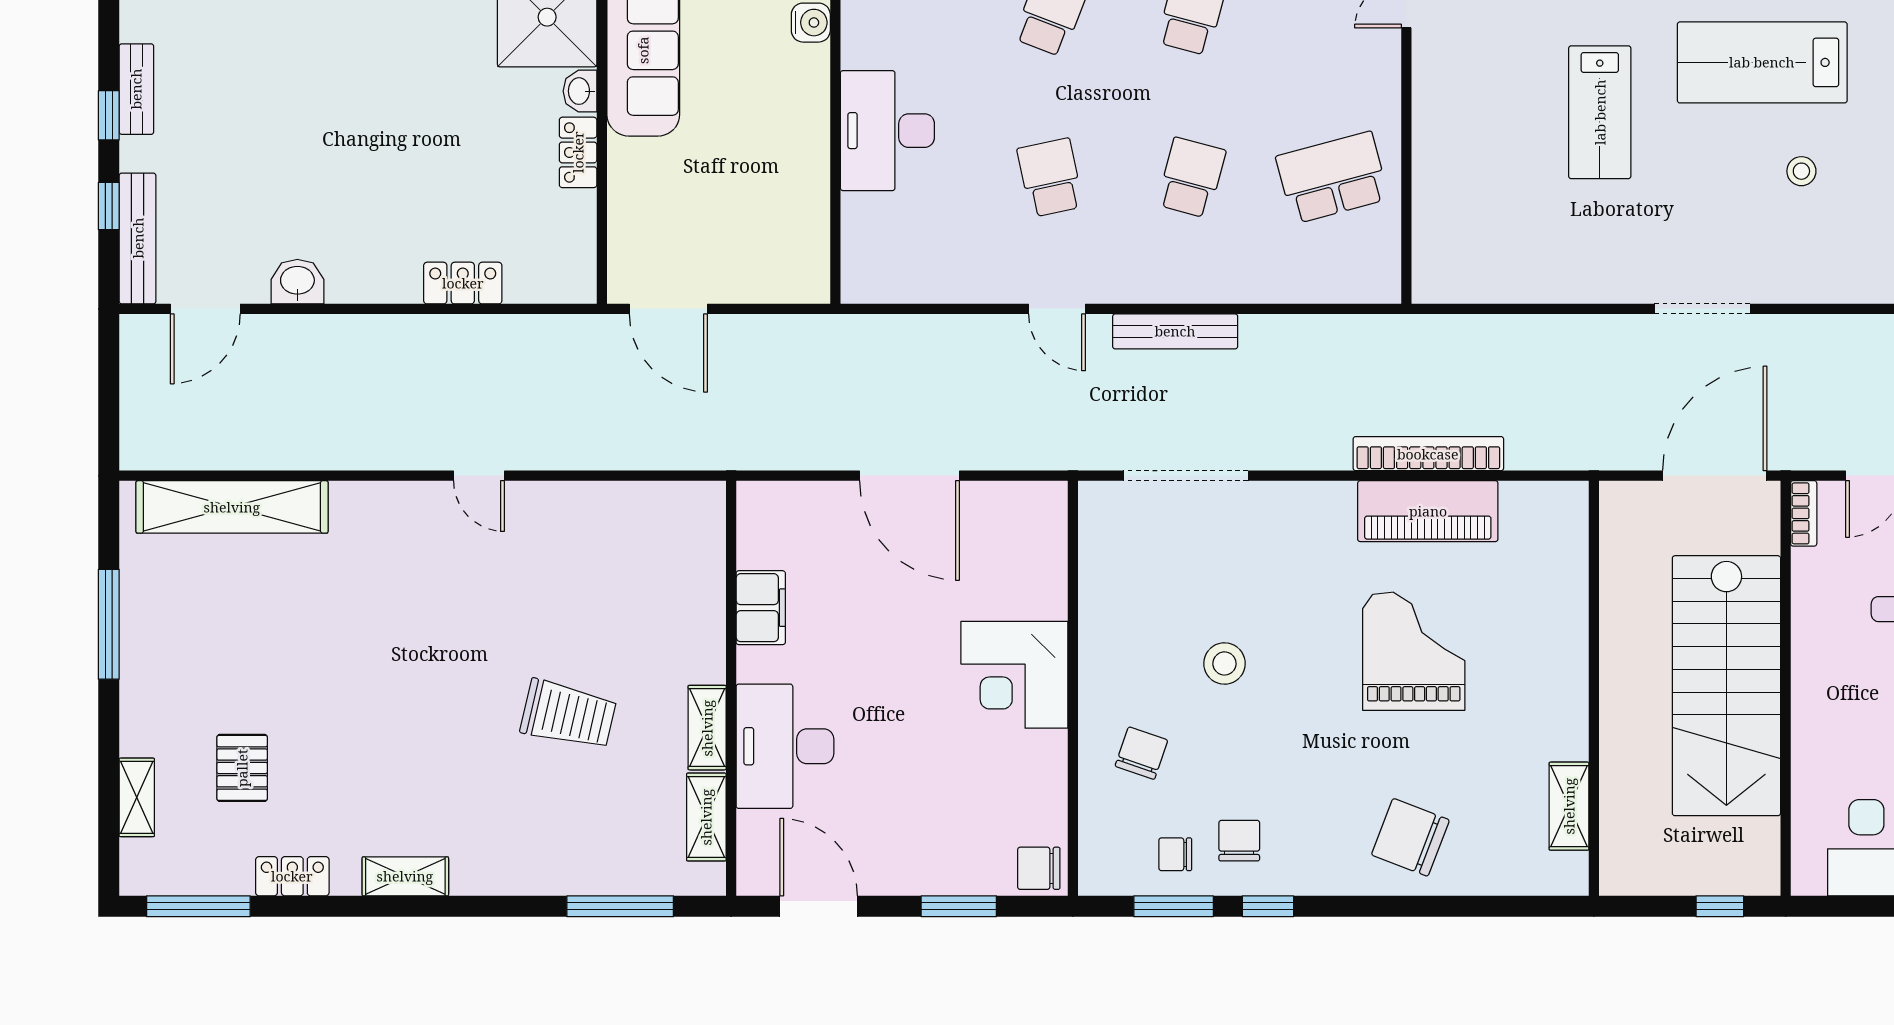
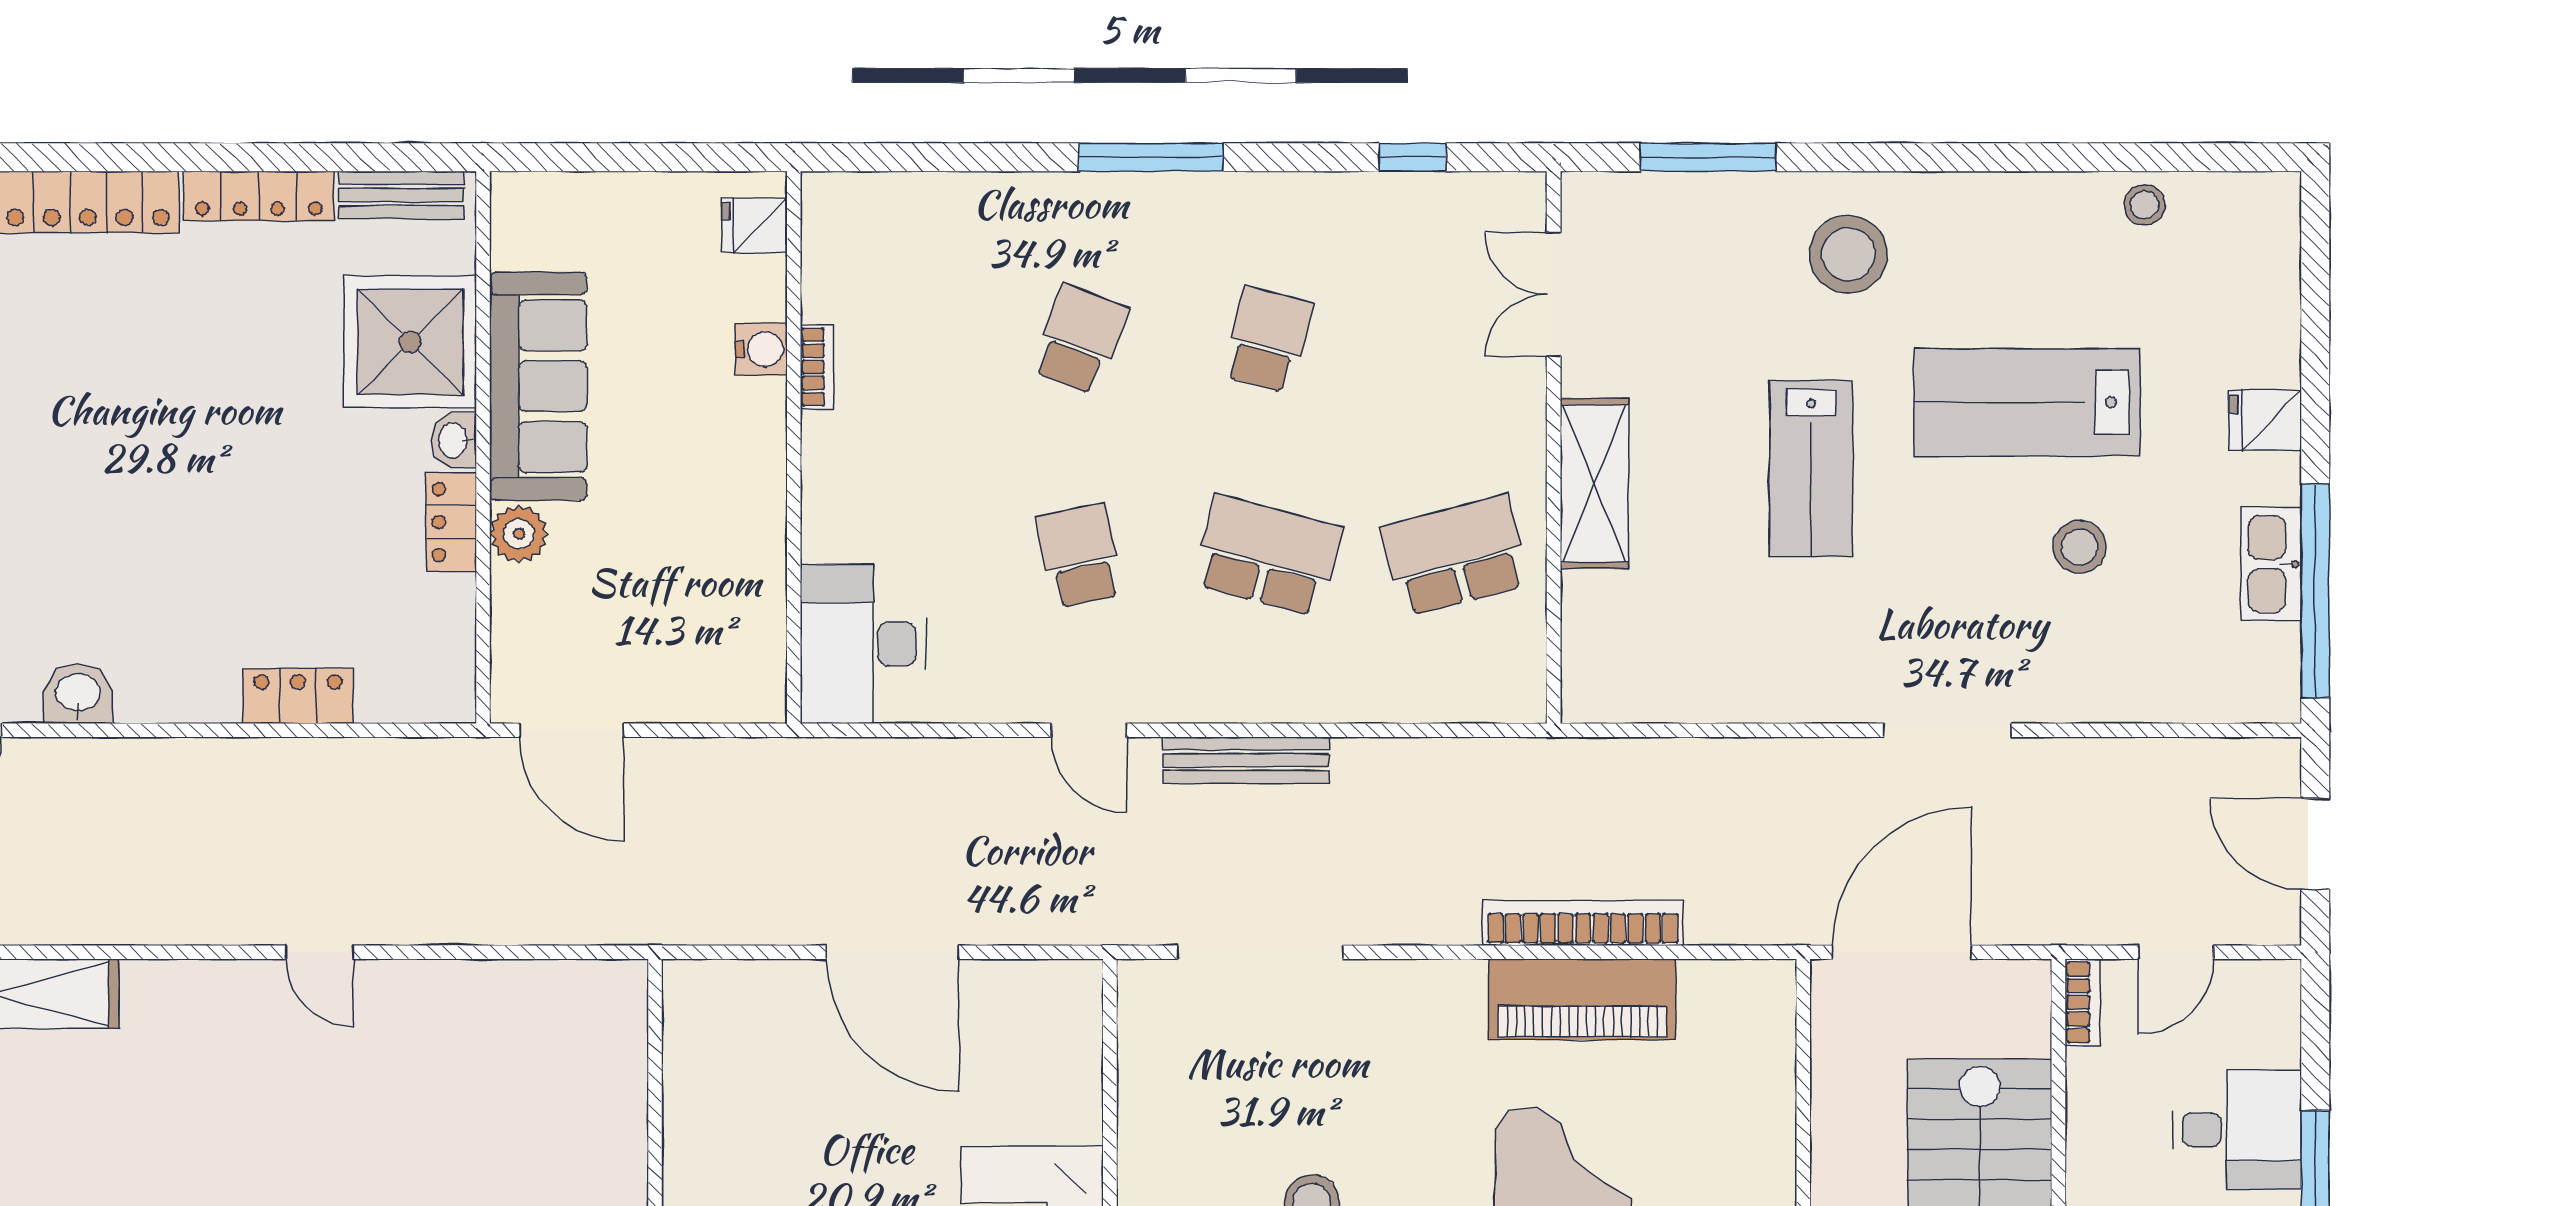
bookcase: (853, 36) -> (817, 367), added
shelving: (1437, 123) -> (1594, 484), added
desk: (887, 131) -> (863, 644), moved
plant: (629, 161) -> (519, 534), added
stool: (1801, 171) -> (2079, 547), width x1.37, depth x1.37
school desk: (1191, 178) -> (1267, 556), width x1.85
door: (1715, 476) -> (1902, 952), moved
filing cabinet: (761, 608) -> (694, 1128), removed

